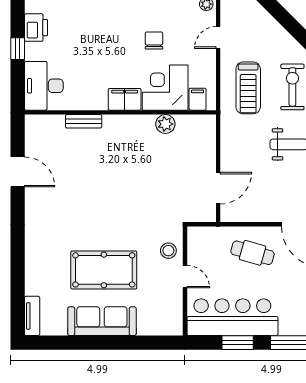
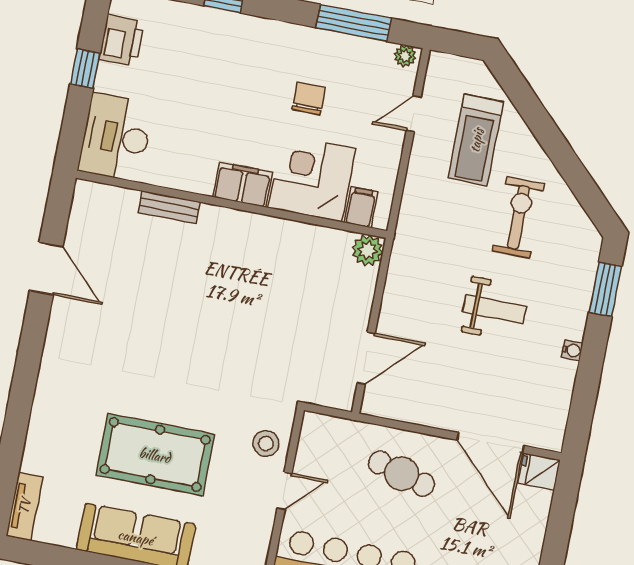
treadmill: (248, 88) -> (476, 140), moved
plant: (165, 124) -> (368, 250), moved
door: (185, 277) -> (285, 491), hinge flipped

